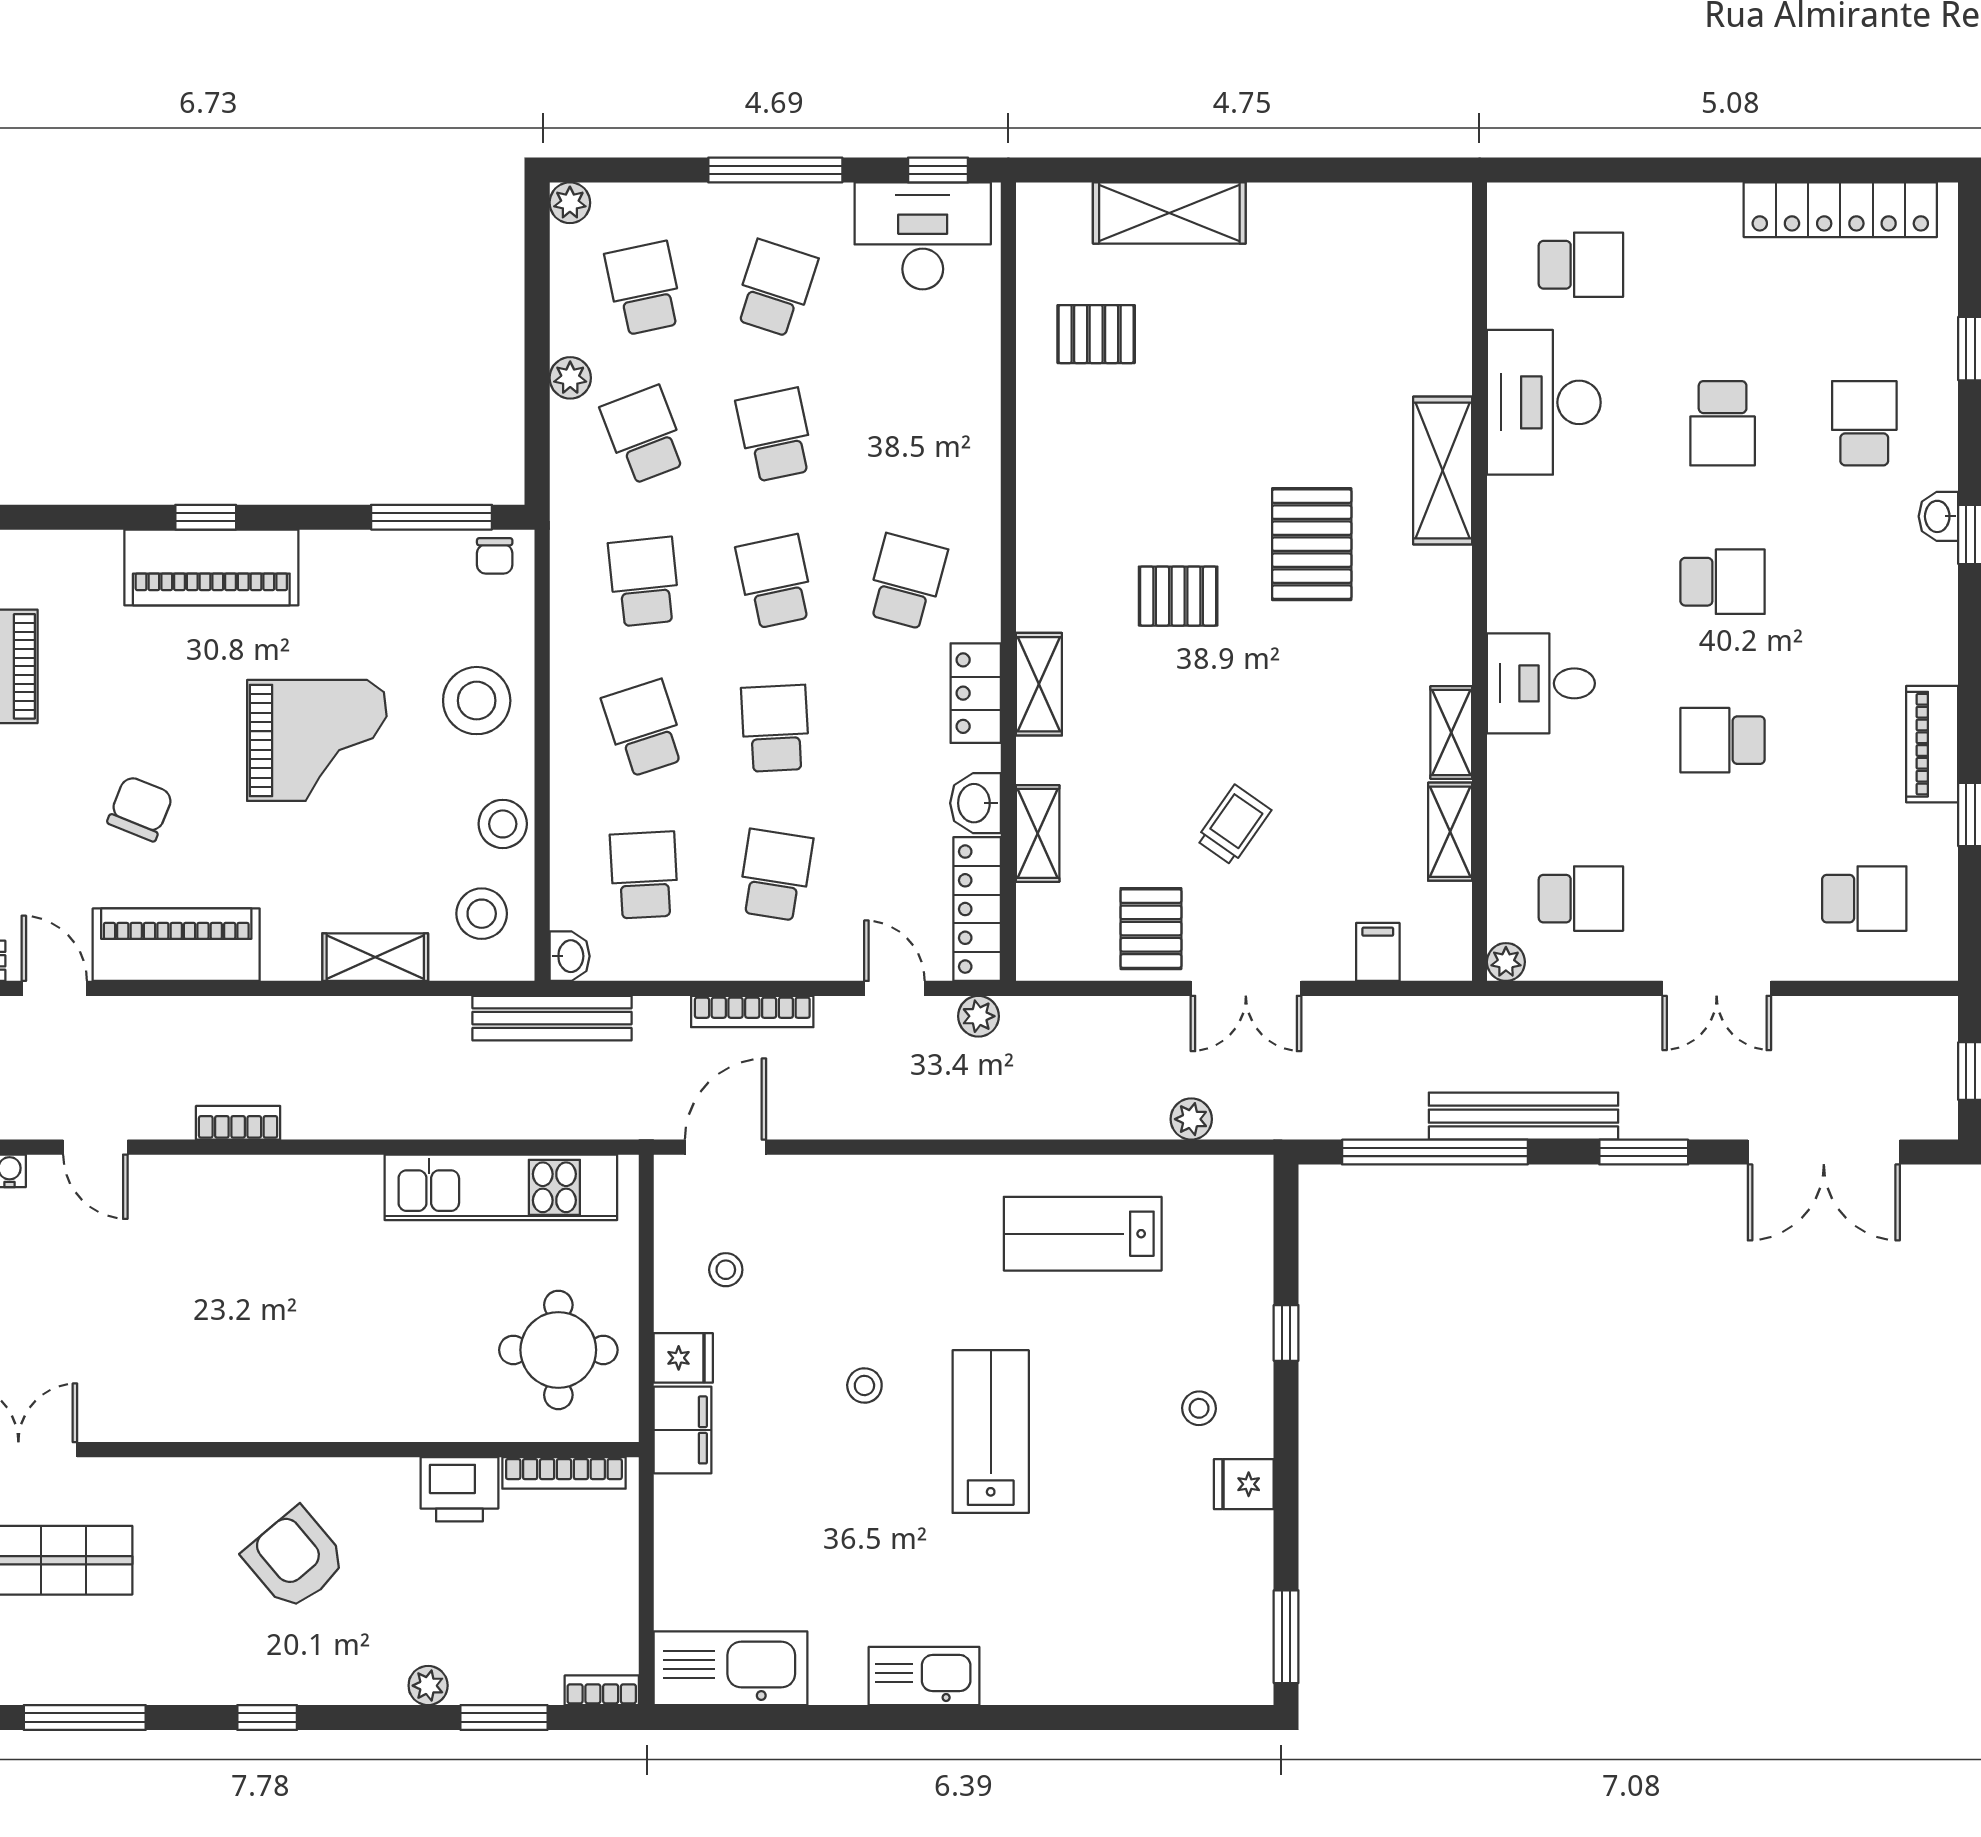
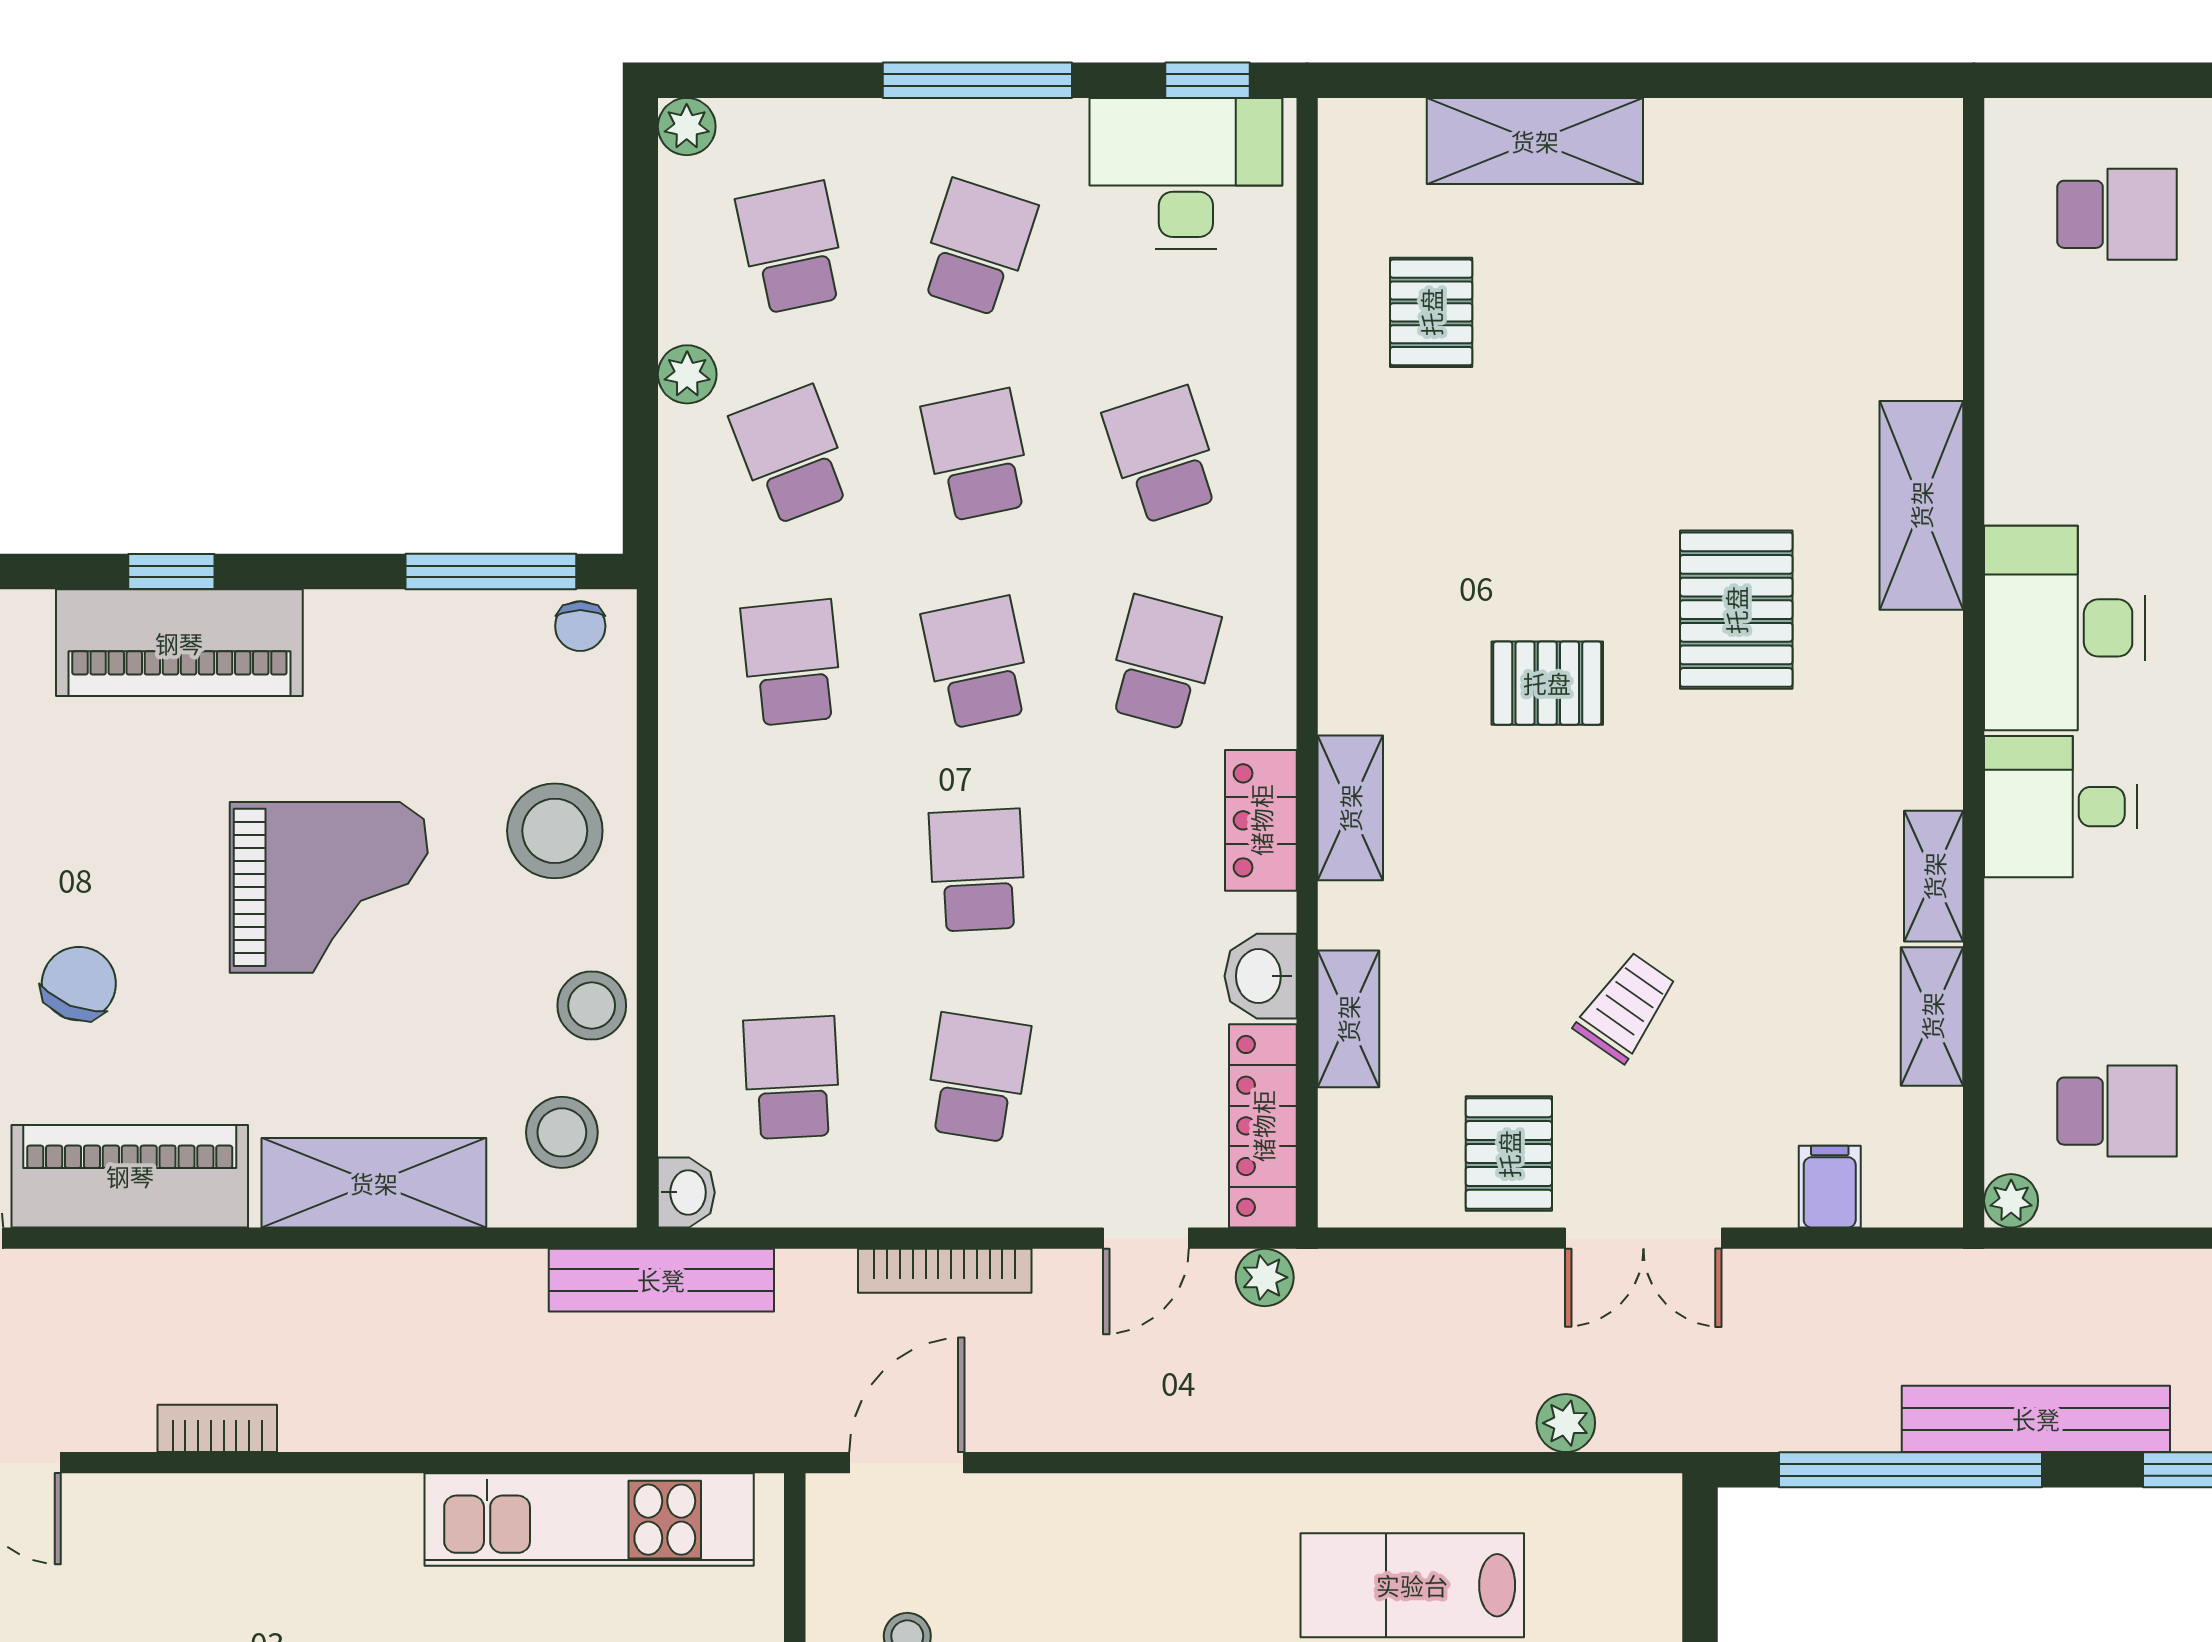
pallet: (1096, 334) -> (1431, 312), turned 90
desk: (1544, 402) -> (2065, 628), moved
school desk: (644, 728) -> (1163, 455), moved
shelving: (375, 957) -> (374, 1183), width x1.50, depth x1.33
door: (894, 988) -> (1146, 1238), swing flipped

